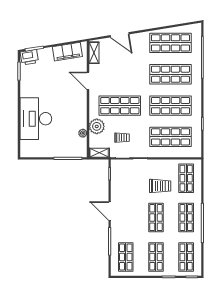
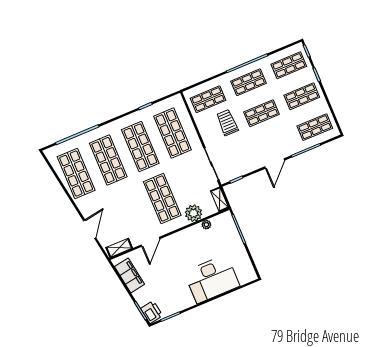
trolley: (122, 138) -> (194, 182), removed

